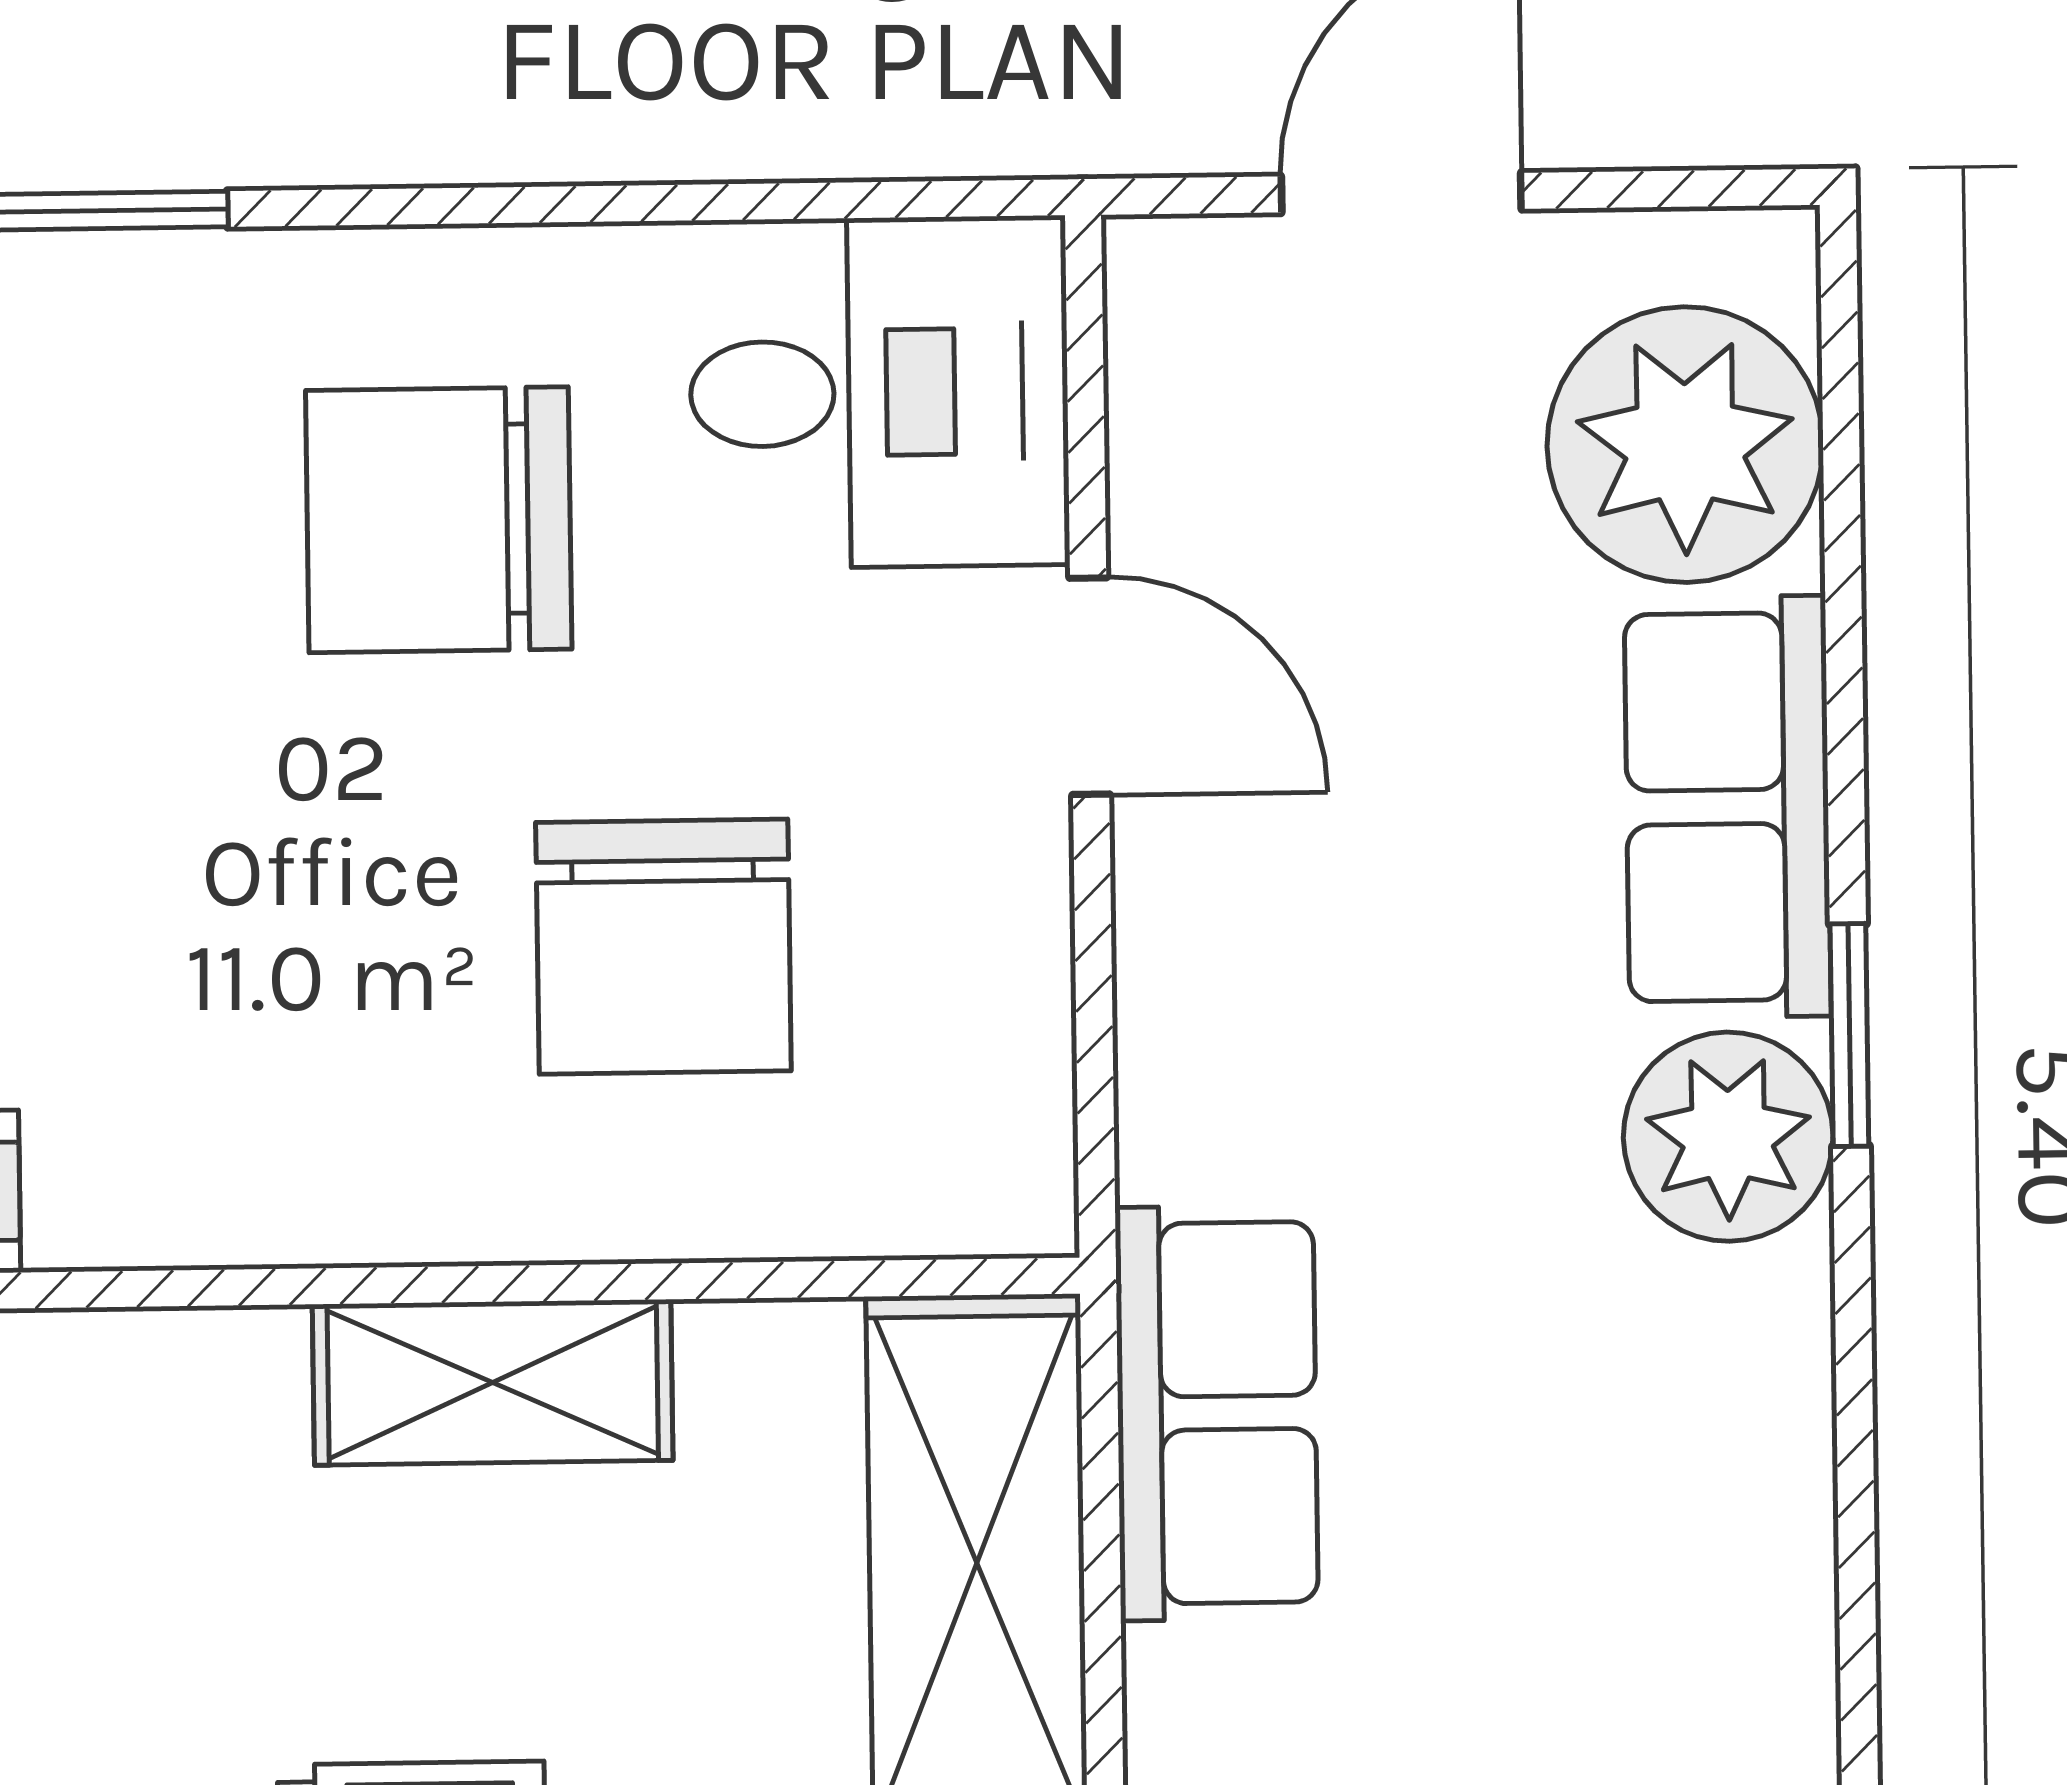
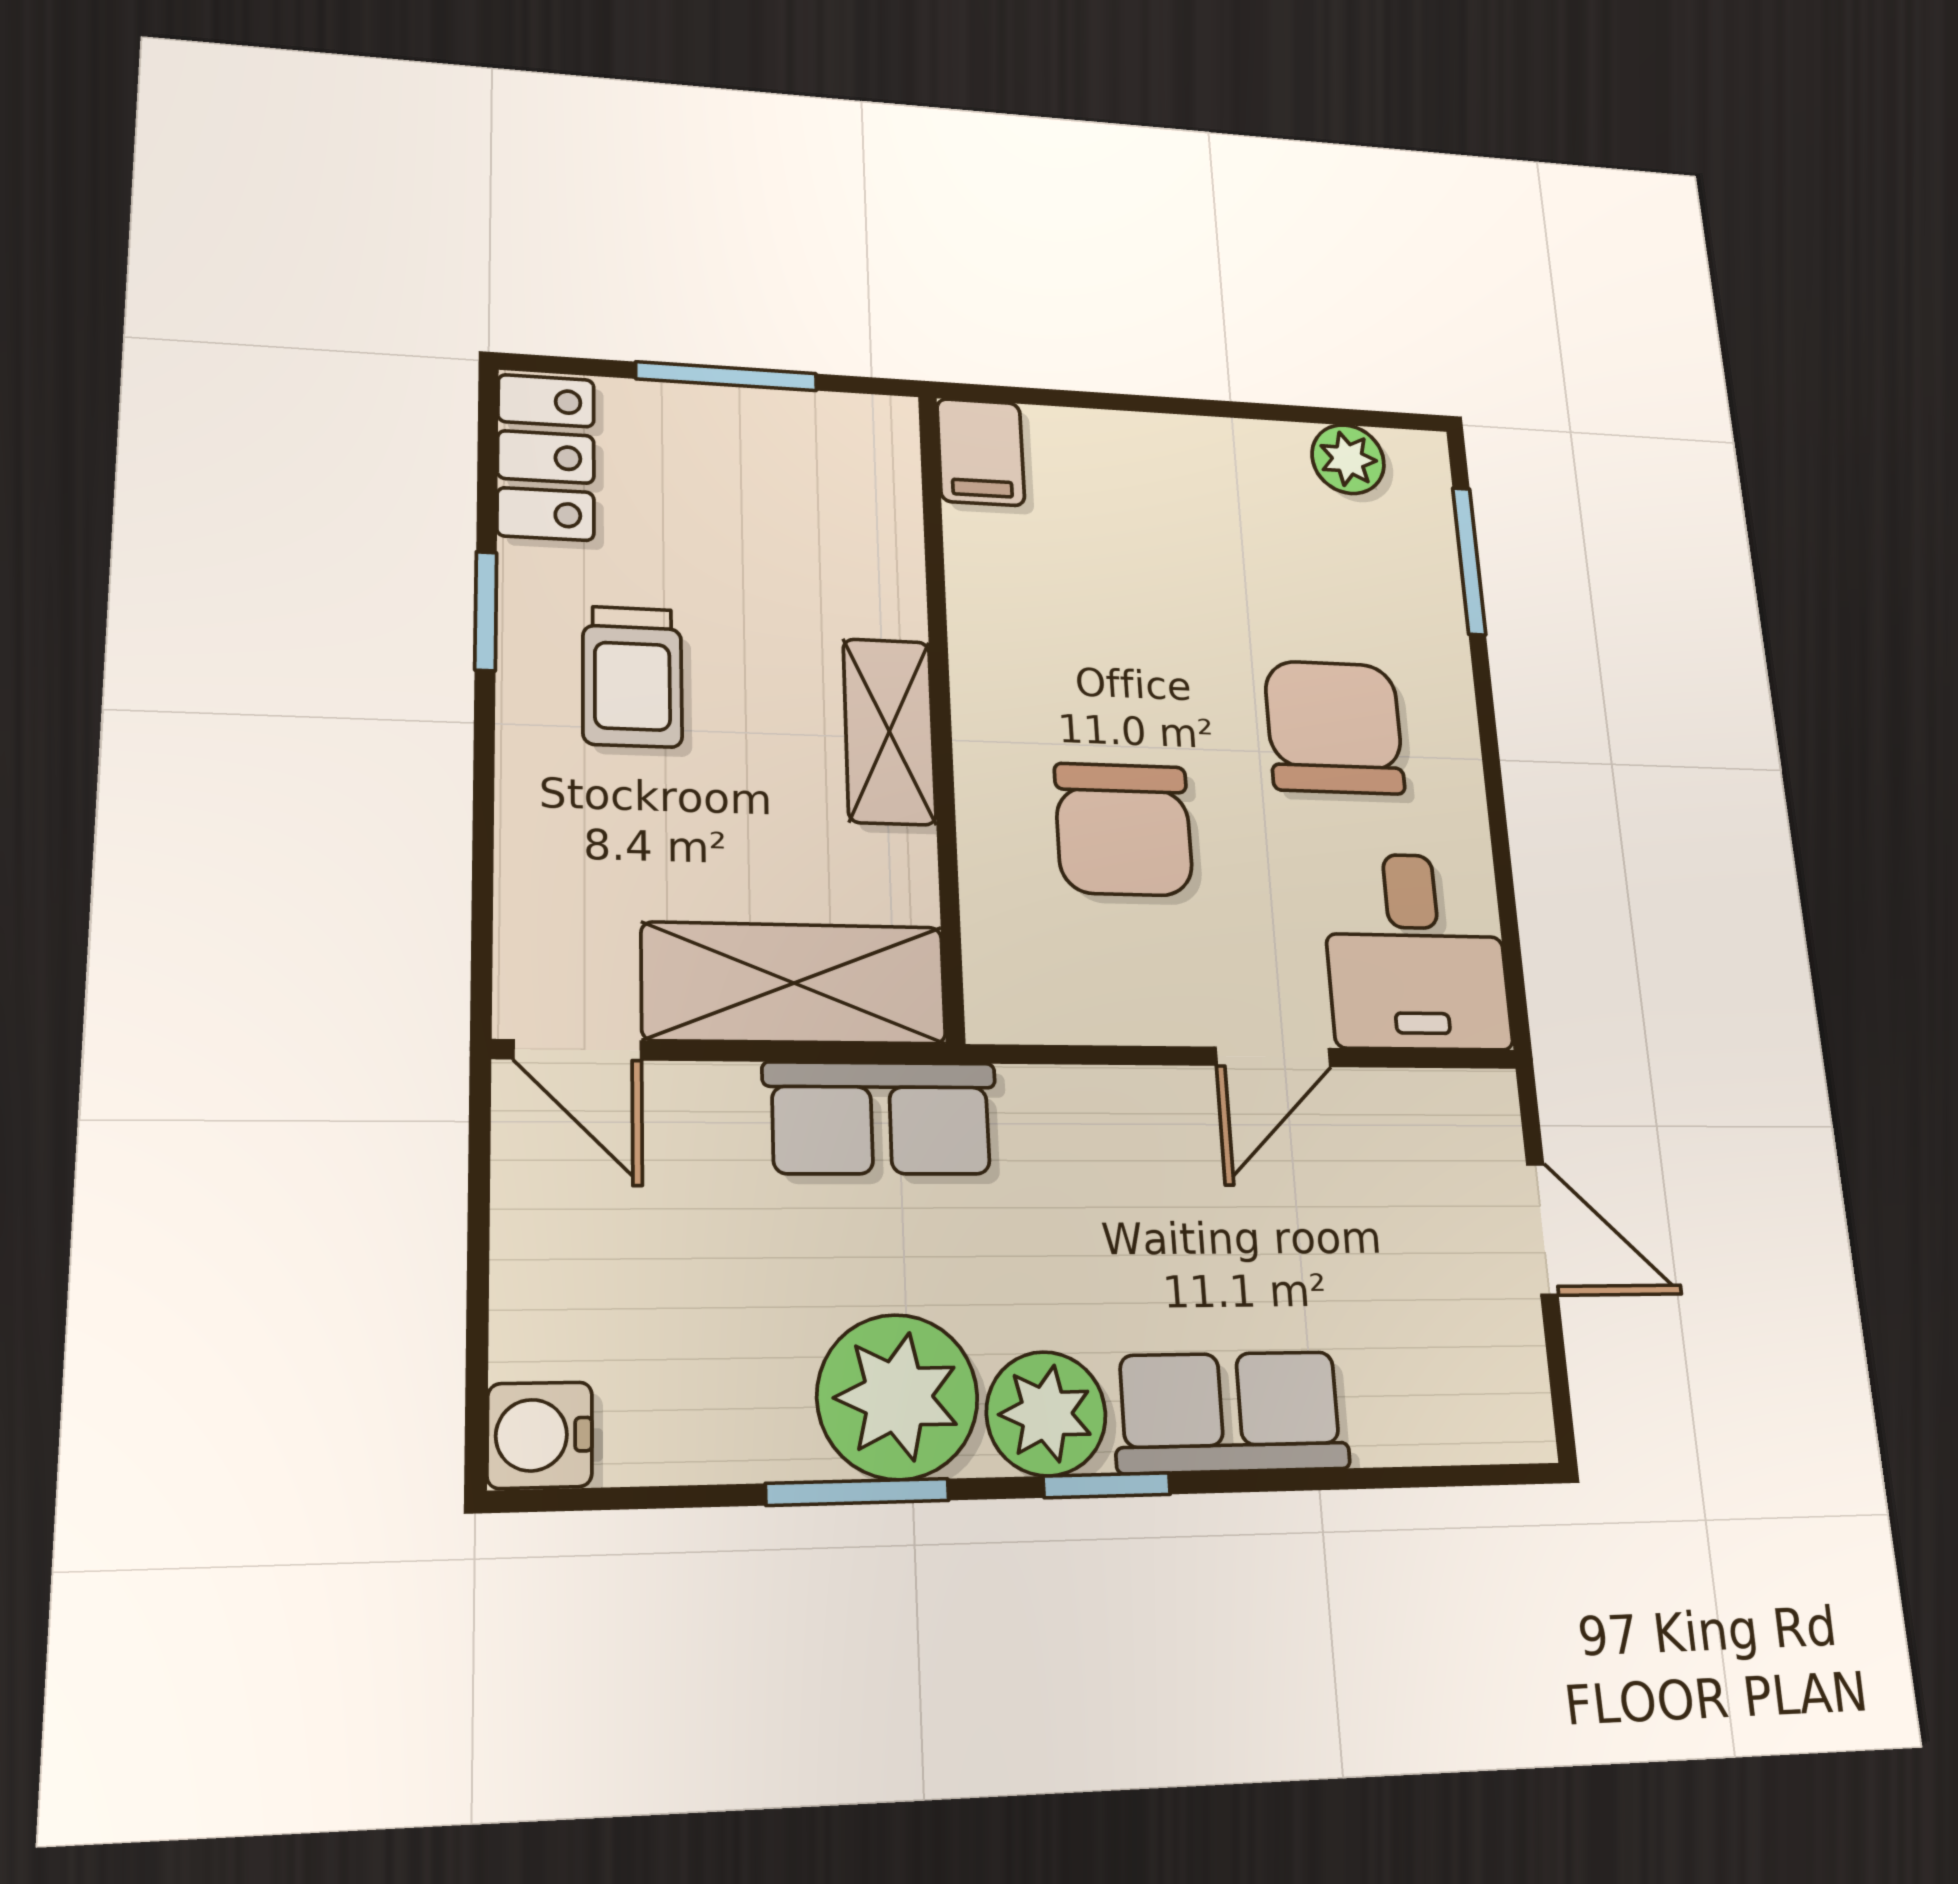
plant: (1685, 445) -> (897, 1397), moved
chair: (663, 947) -> (1124, 829), turned -90
window: (1855, 1465) -> (858, 1492), added

